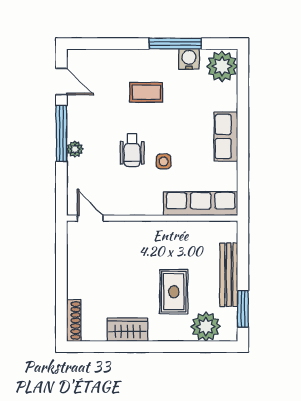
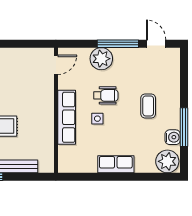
door: (61, 82) -> (156, 44), swing flipped
plant: (75, 149) -> (101, 59), width x1.88, depth x1.88
wheelchair: (132, 150) -> (106, 95), turned 180
row of seats: (201, 204) -> (67, 117), moved

